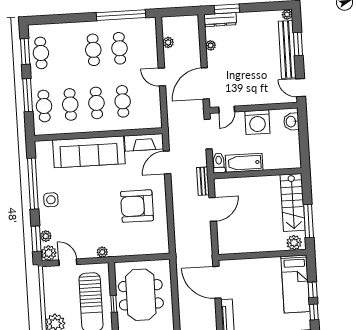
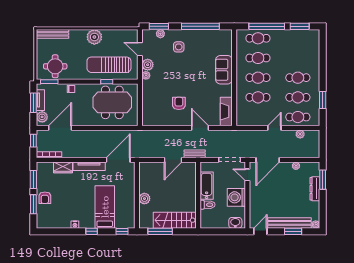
window: (121, 15) -> (323, 100), width x0.47
dresser: (220, 20) -> (315, 189), moved
cafe table: (41, 53) -> (298, 117), moved
door: (205, 83) -> (268, 160), swing flipped
window: (28, 95) -> (267, 26), width x1.46
sofa: (89, 152) -> (224, 70), width x0.54, depth x0.79
door: (167, 162) -> (200, 128), moved
toilet: (219, 163) -> (208, 205), moved
side table: (51, 200) -> (179, 47), moved
armchair: (137, 206) -> (179, 103), width x0.53, depth x0.53
door: (213, 209) -> (173, 160), hinge flipped
plant: (294, 243) -> (144, 199), moved
plant: (49, 253) -> (148, 65), moved
door: (68, 262) -> (140, 49), swing flipped
bed: (295, 284) -> (105, 207), moved, turned 90
window: (313, 290) -> (122, 231), moved

